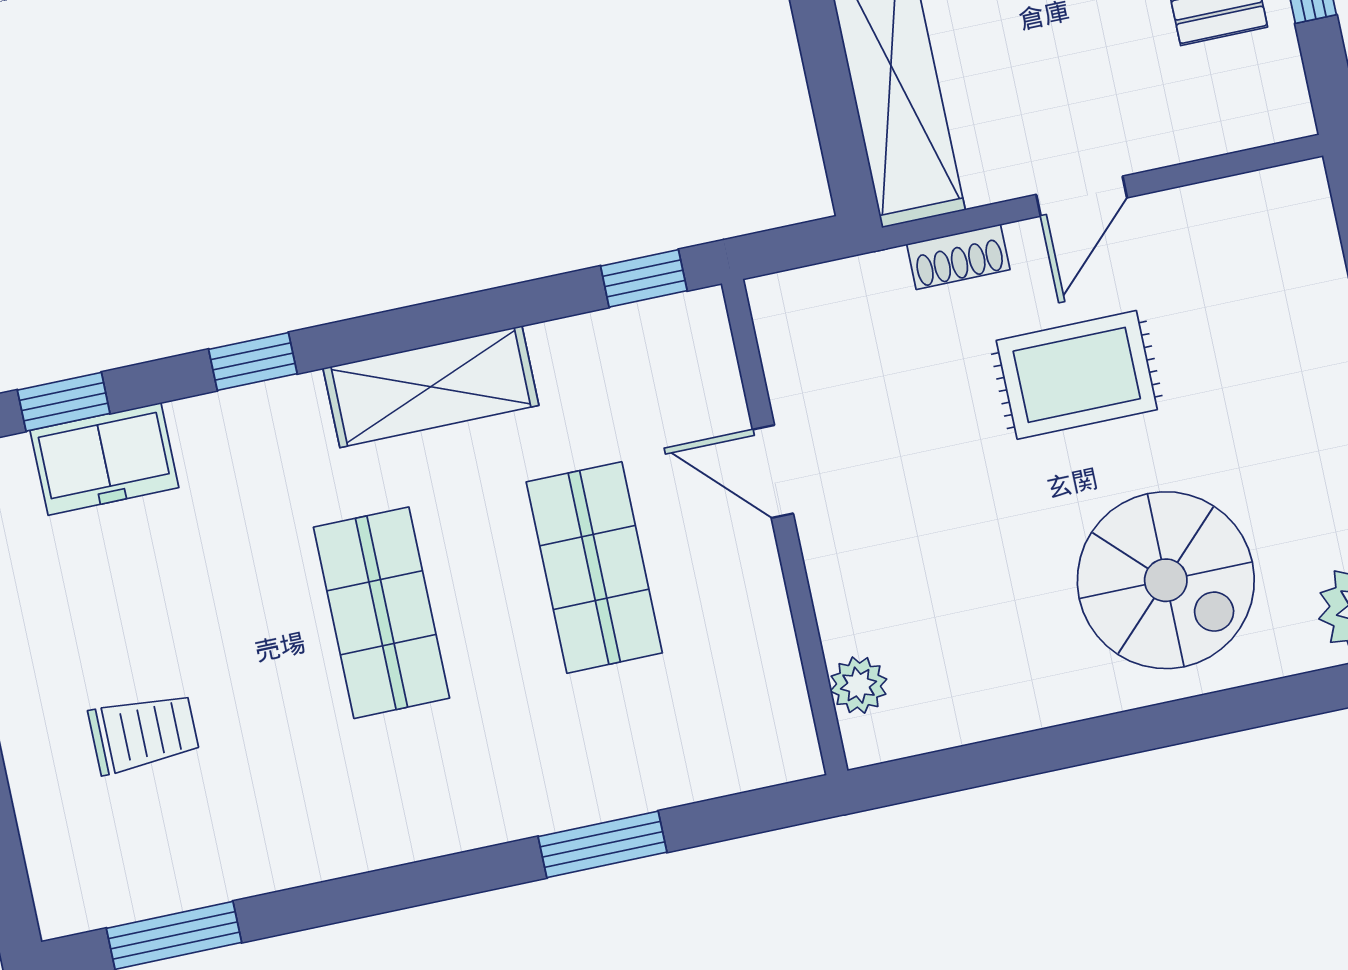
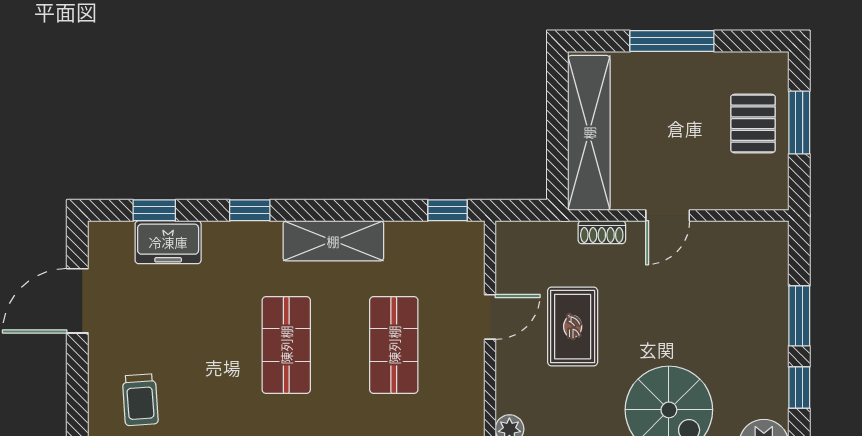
rug: (1077, 375) -> (573, 327), moved, turned 90
door: (773, 471) -> (490, 317), swing flipped
trolley: (144, 733) -> (140, 400), moved, turned 86

